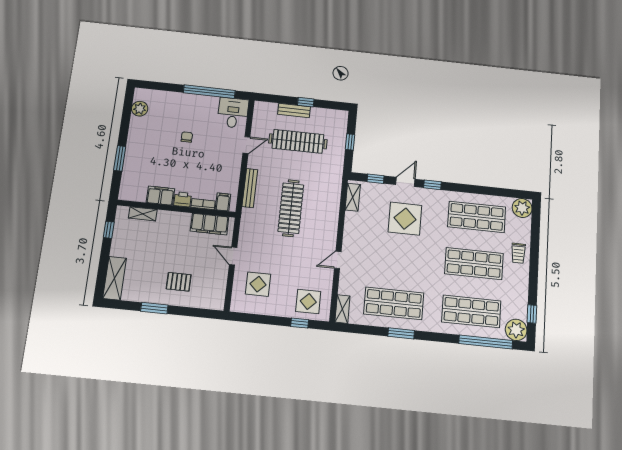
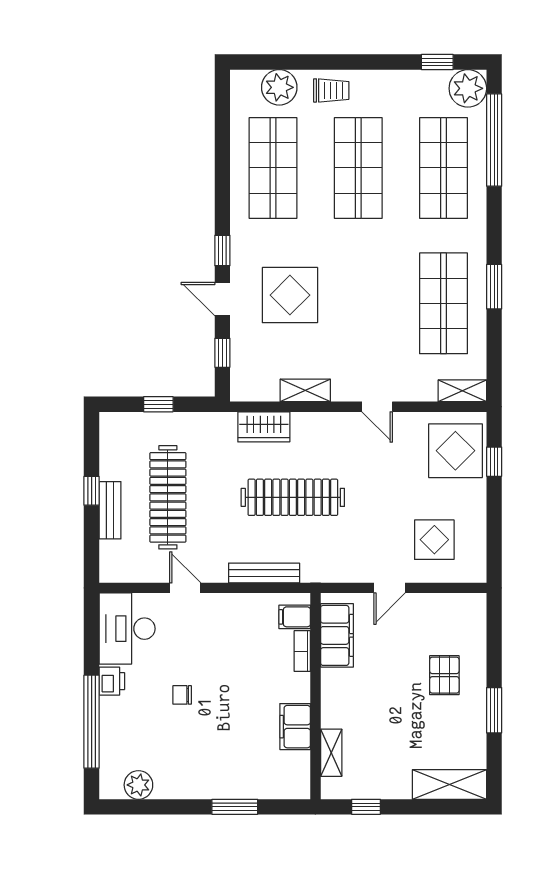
window: (209, 92) -> (92, 722), moved
desk: (233, 113) -> (127, 629), width x1.37
wardrobe: (332, 197) -> (264, 427), added
shelving: (353, 197) -> (305, 390), moved
printer: (183, 199) -> (112, 681), moved, turned 180
plant: (522, 208) -> (279, 87), moved
display table: (308, 301) -> (455, 451), width x1.36, depth x1.36

